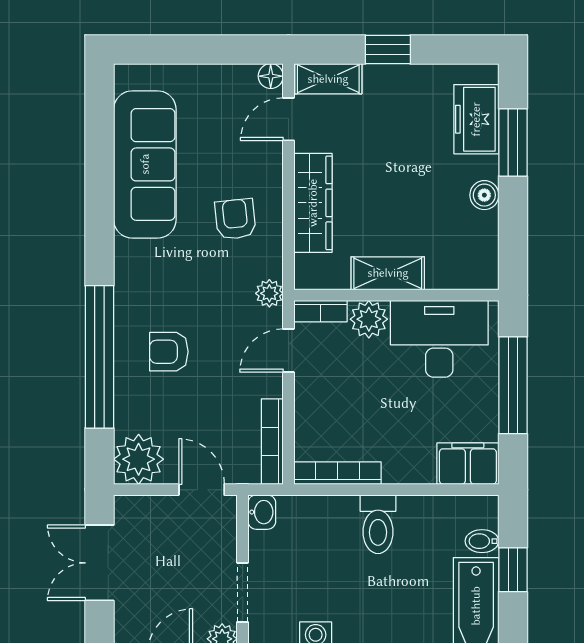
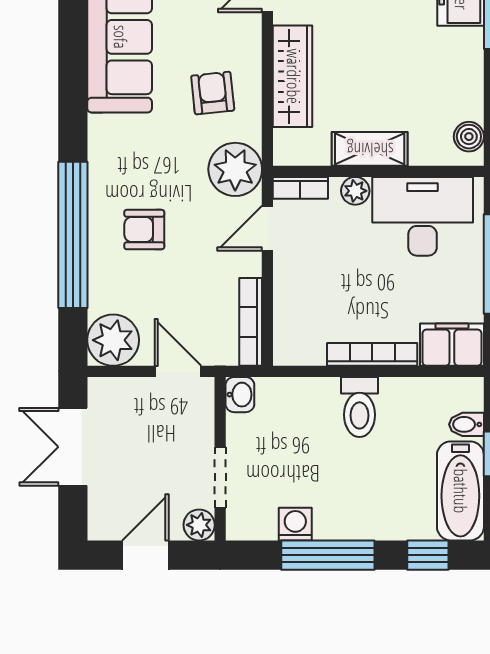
boiler: (484, 195) -> (469, 137), moved
plant: (269, 293) -> (235, 169), width x1.88, depth x1.88
plant: (369, 319) -> (355, 191), width x0.73, depth x0.73
bookcase: (338, 473) -> (372, 354), moved

